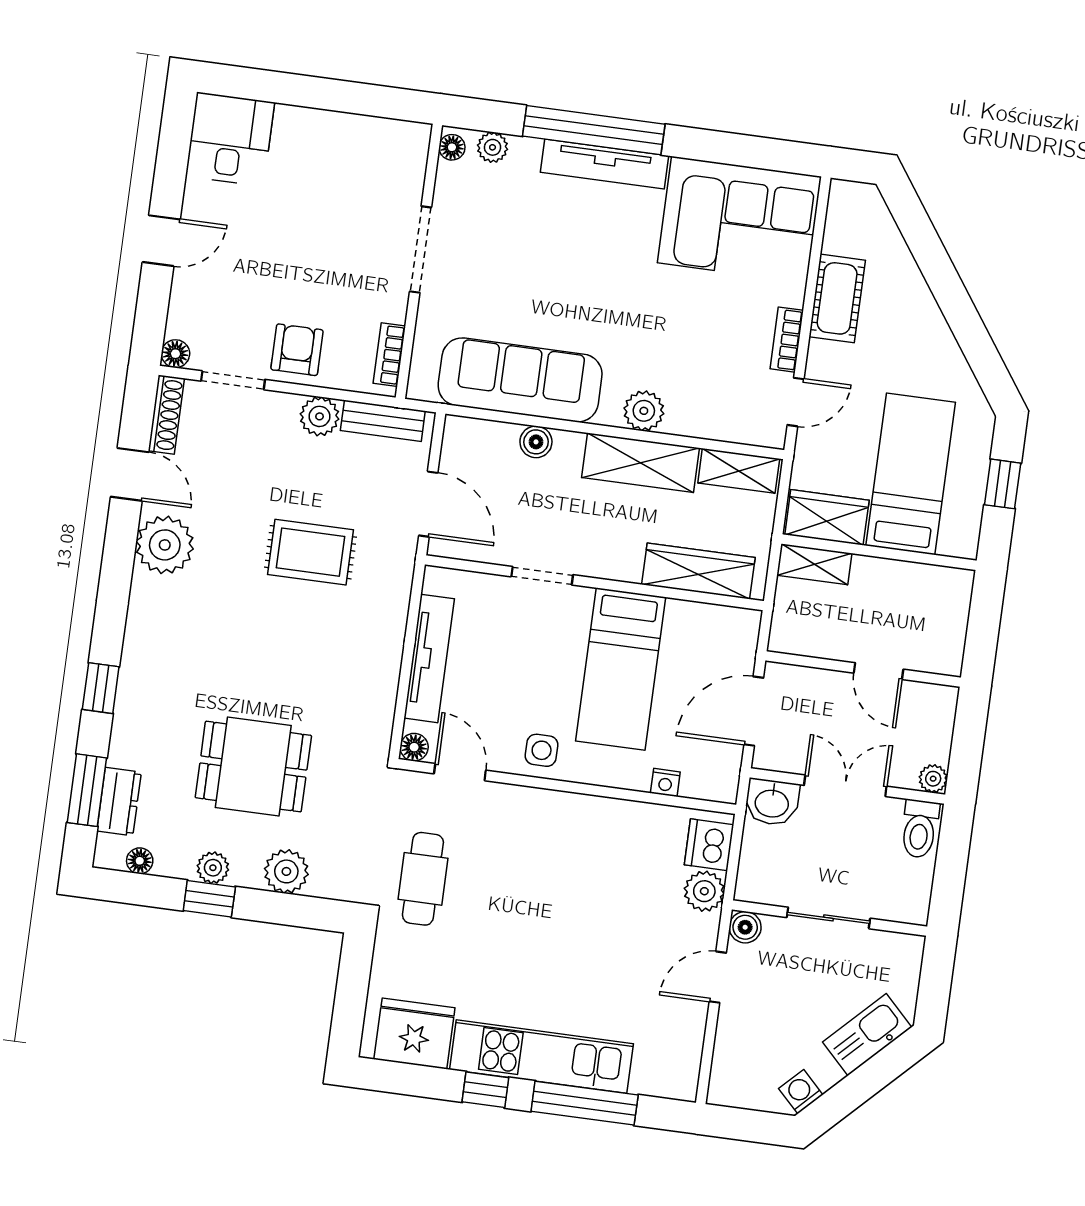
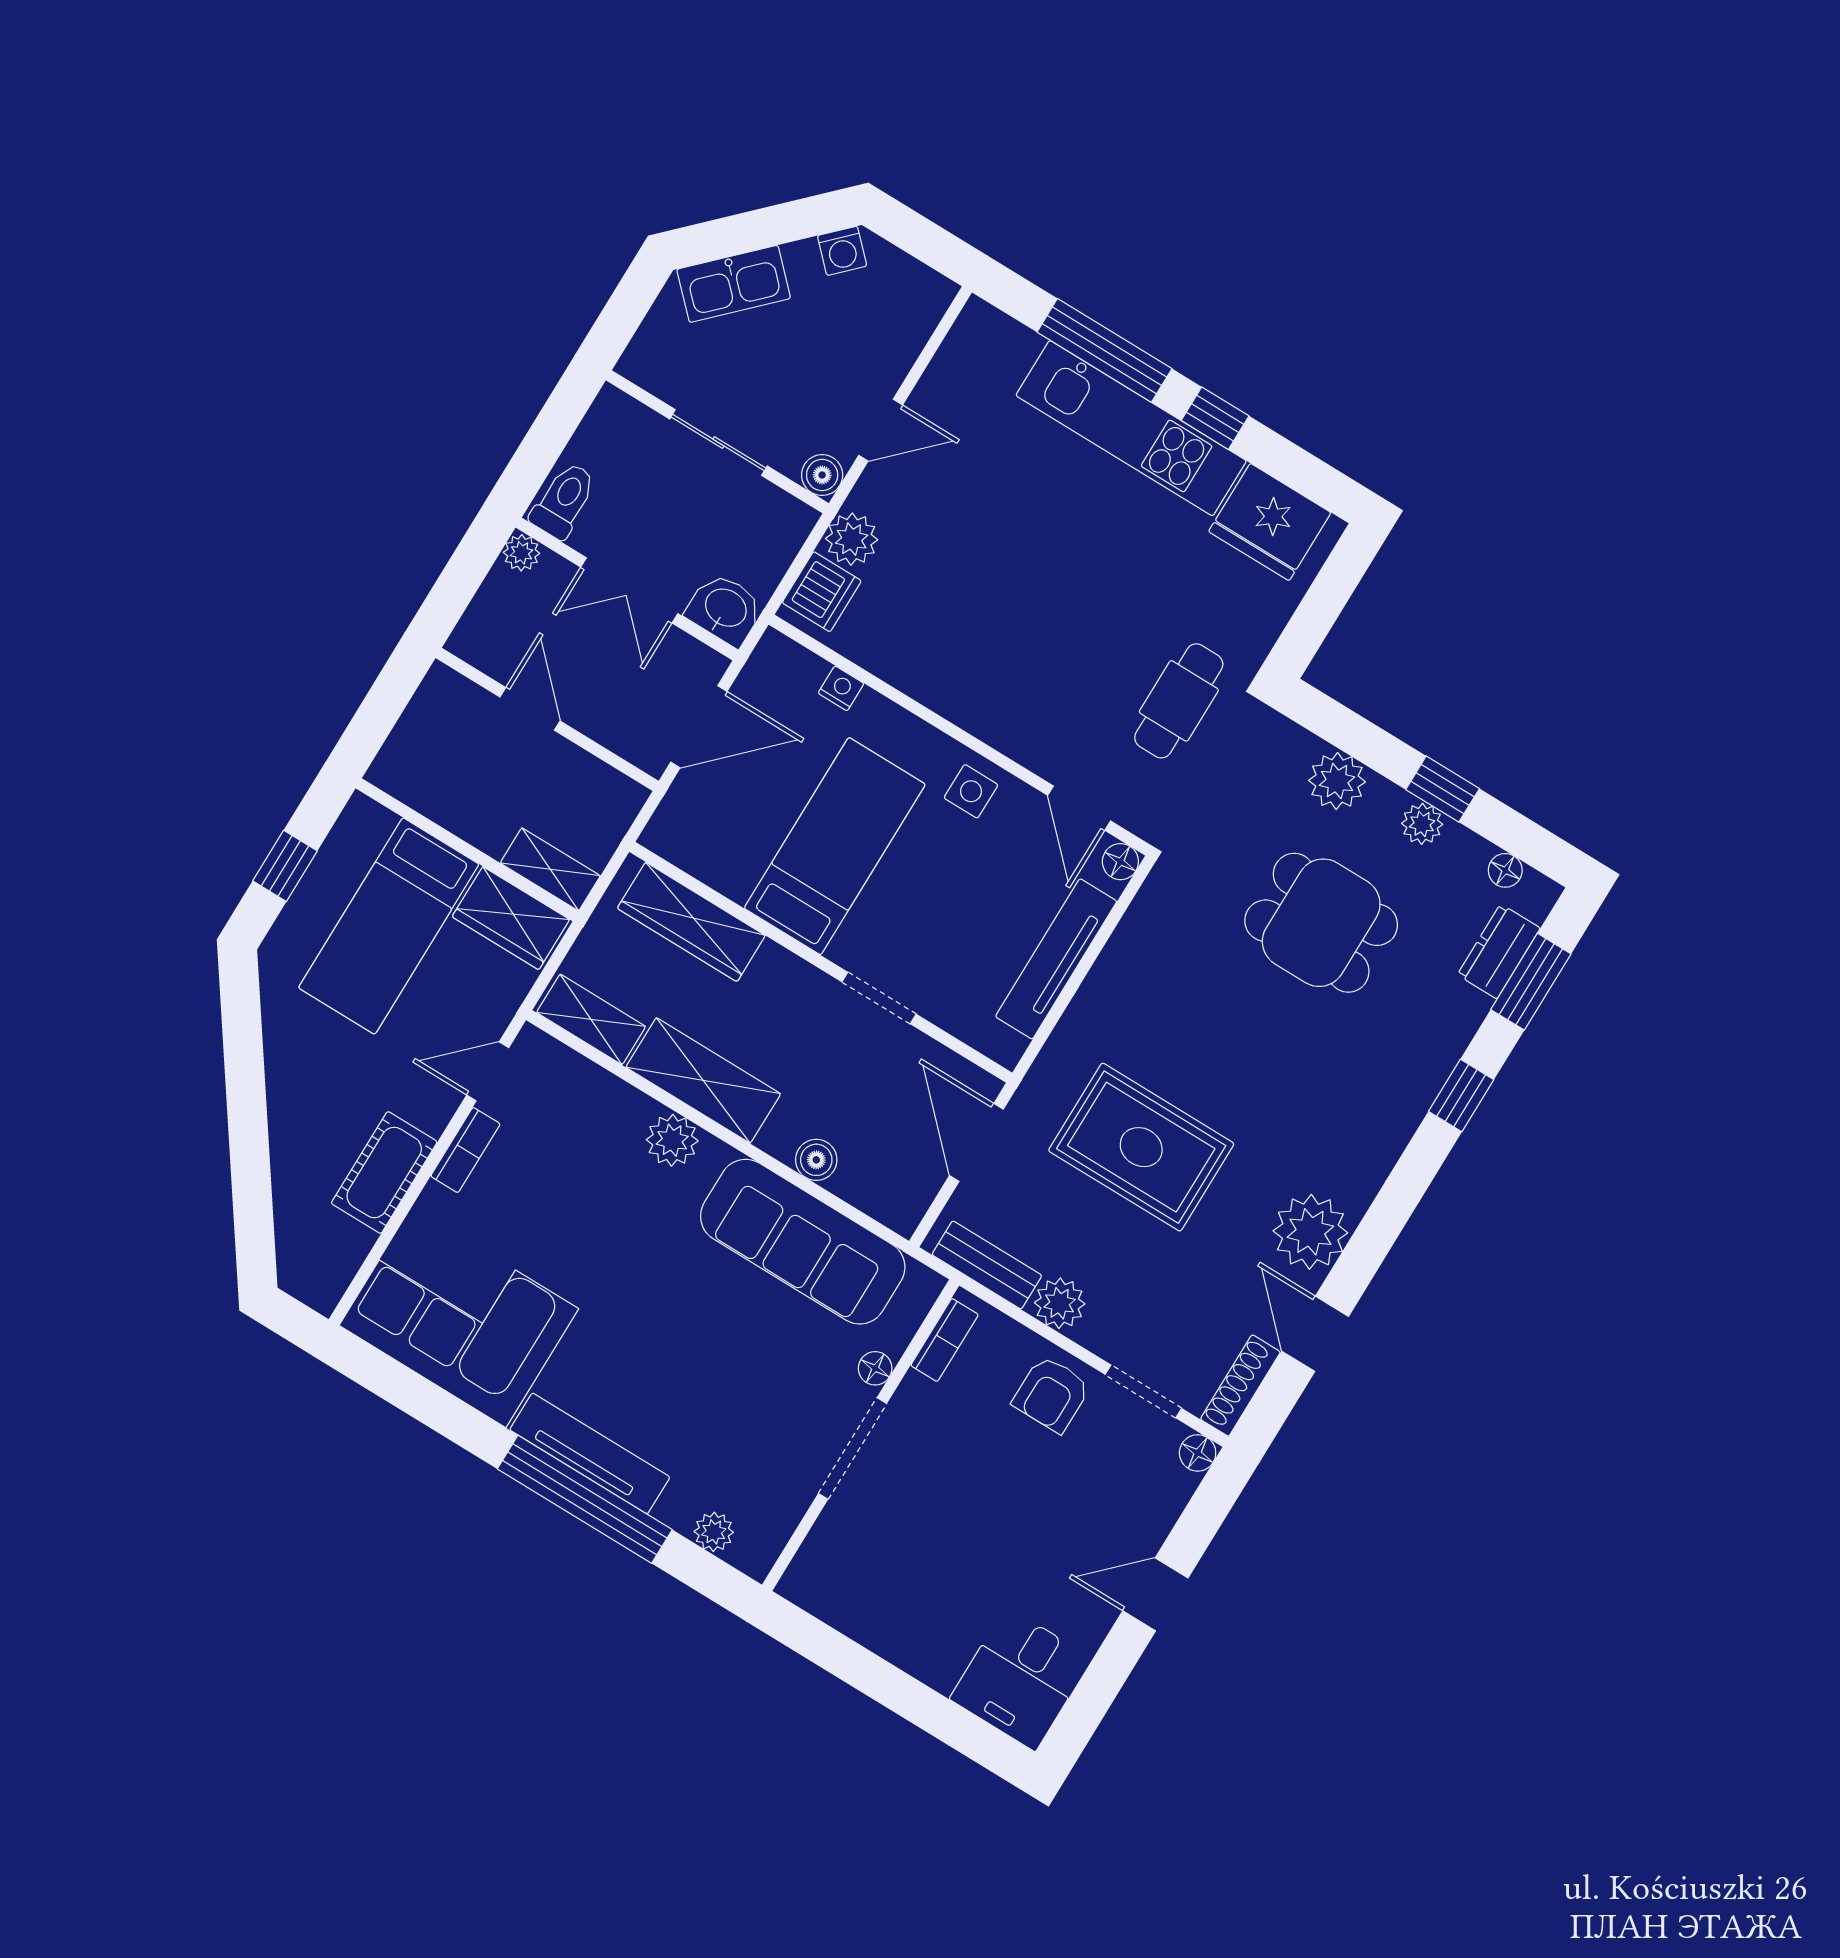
floor lamp: (452, 147) -> (875, 1368), moved
rug: (311, 552) -> (1141, 1147), width x1.36, depth x1.43

